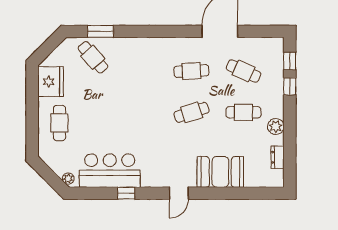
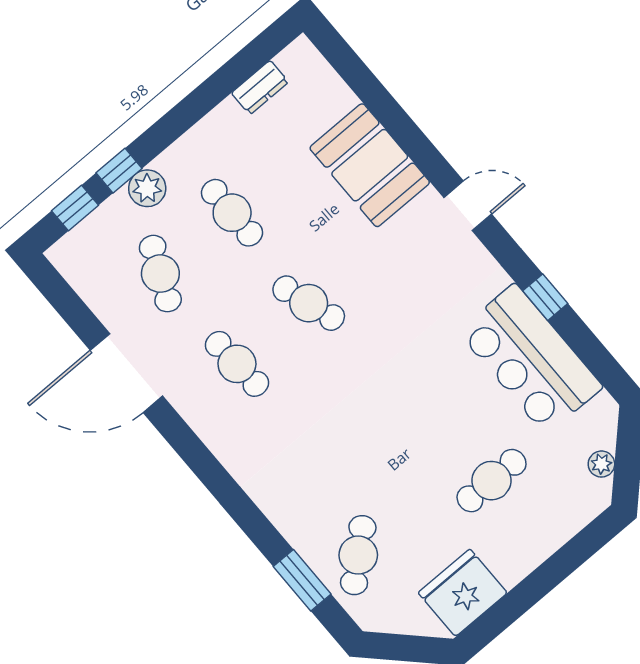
cafe table: (59, 123) -> (492, 481), moved
plant: (276, 126) -> (147, 188), moved
plant: (68, 179) -> (601, 464), moved

